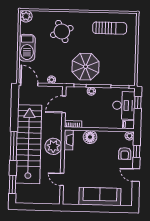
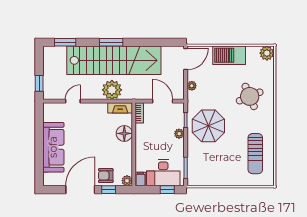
window: (14, 146) -> (111, 42), width x0.69
door: (136, 175) -> (80, 190), width x1.88
window: (46, 207) -> (39, 83), added

